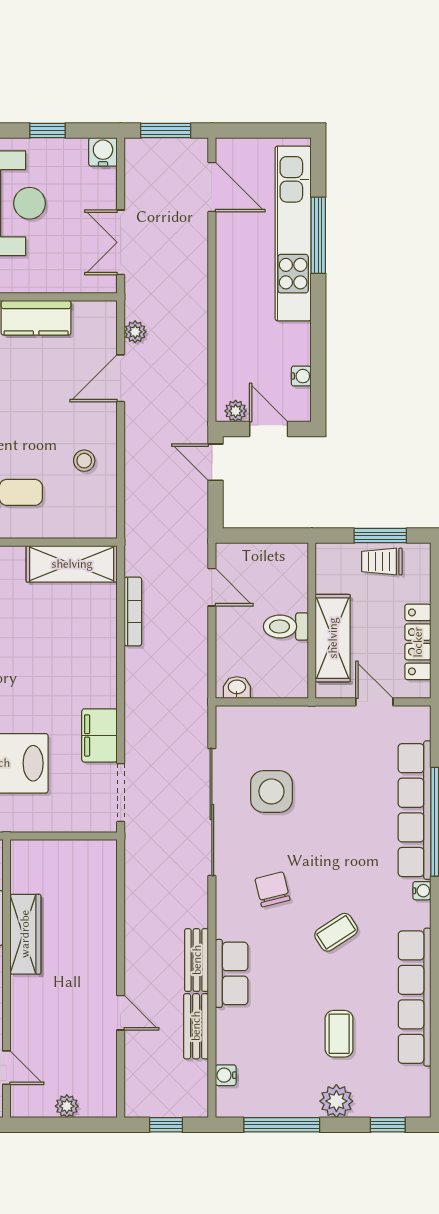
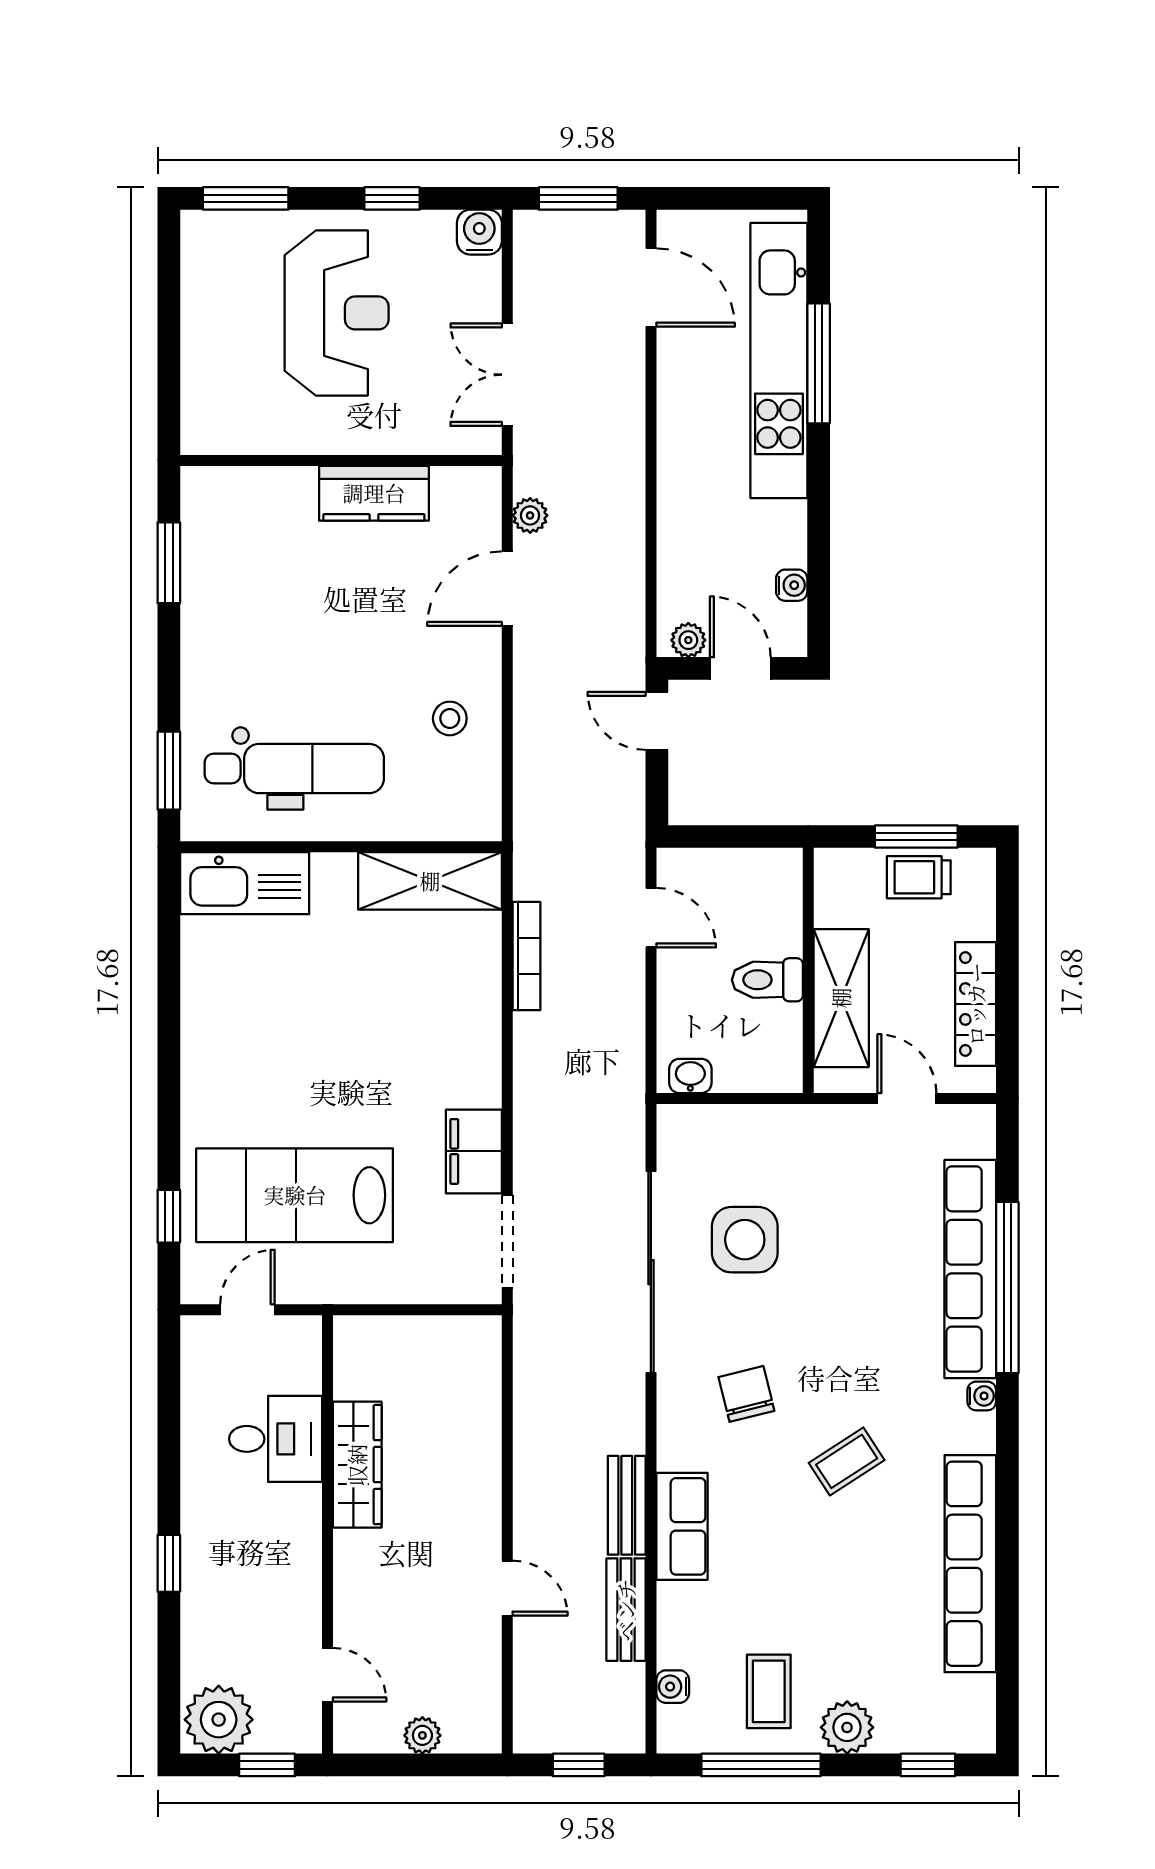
coffee table: (339, 1034) -> (769, 1691), moved

